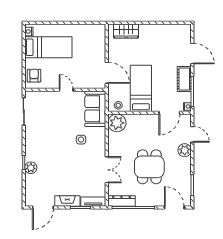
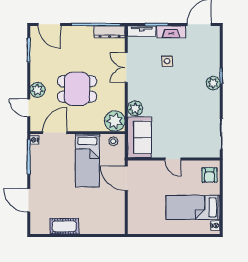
wardrobe: (126, 31) -> (104, 226), removed
cot: (184, 79) -> (64, 226), moved, turned 90
plant: (99, 134) -> (135, 108), added
side table: (81, 140) -> (167, 61), moved
dining table: (149, 167) -> (77, 89), moved, turned 90
plant: (31, 168) -> (213, 83), moved

